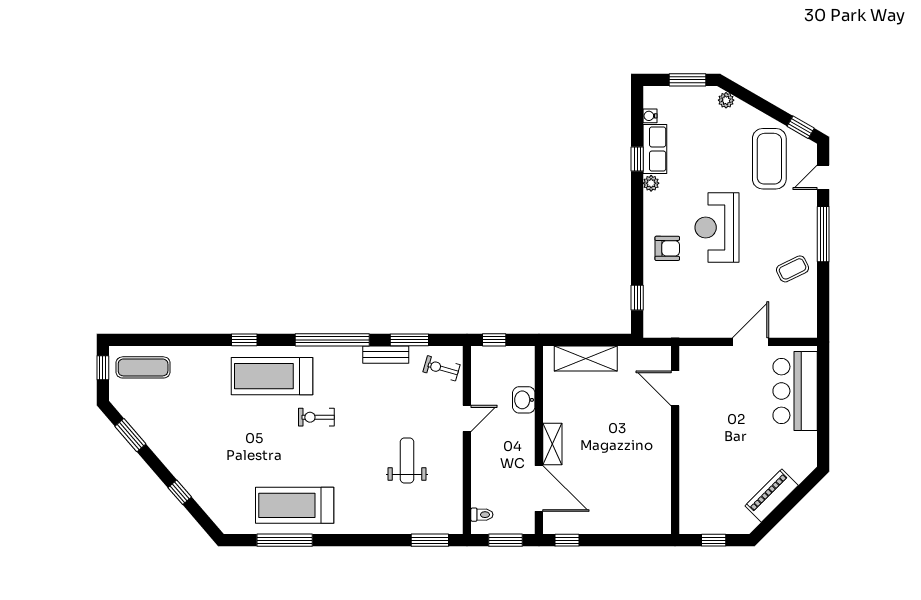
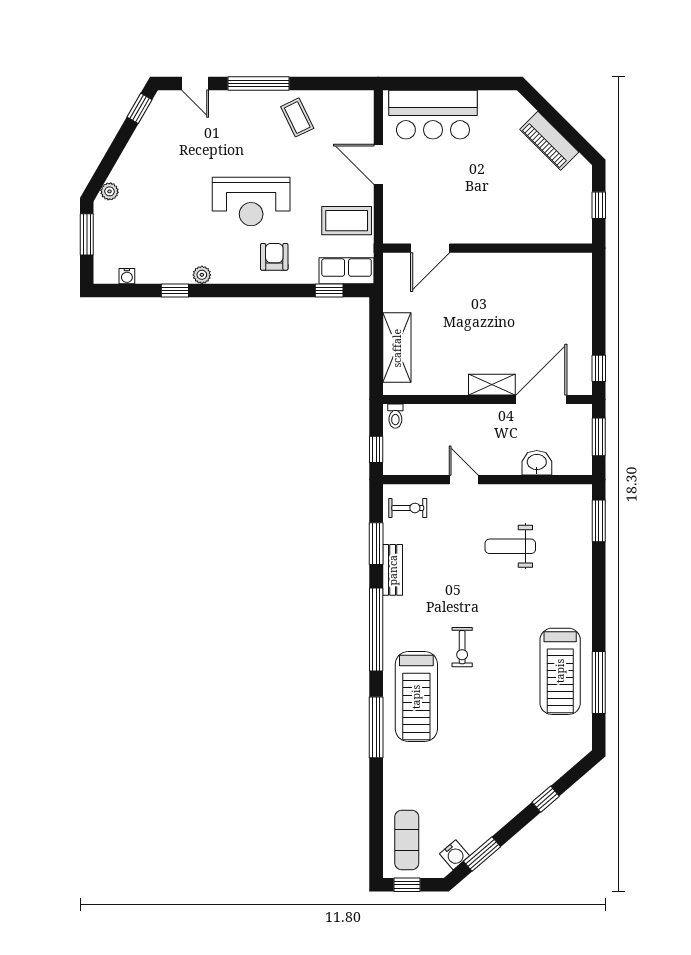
row of seats: (655, 149) -> (347, 271), moved
coffee table: (769, 159) -> (347, 221), moved, width x0.73, depth x0.76
window: (244, 340) -> (376, 727), width x2.17
exercise bike: (441, 368) -> (408, 508), turned -106
washbasin: (524, 400) -> (537, 463), moved, turned 180
water cooler: (130, 410) -> (454, 855), added
toilet: (482, 515) -> (395, 416), moved, turned 180

